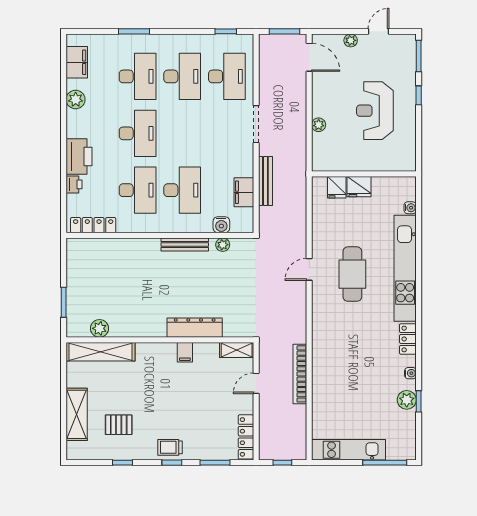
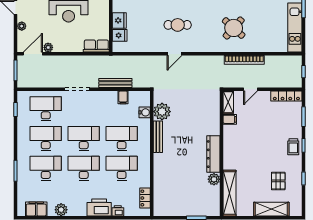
plant: (319, 125) -> (48, 47), moved
desk: (182, 133) -> (84, 139), added
row of seats: (321, 152) -> (96, 46), added
filing cabinet: (244, 192) -> (123, 97), width x0.50
locker: (93, 225) -> (145, 198), width x0.66
plant: (223, 245) -> (162, 112), width x1.87, depth x1.87
door: (309, 269) -> (174, 54), hinge flipped
cafe table: (352, 274) -> (178, 25), width x0.73, depth x0.74
plant: (99, 328) -> (214, 179), moved
dresser: (195, 328) -> (213, 154), moved
filing cabinet: (185, 352) -> (230, 119), moved
round table: (348, 358) -> (234, 28), added
door: (256, 383) -> (251, 89), hinge flipped

